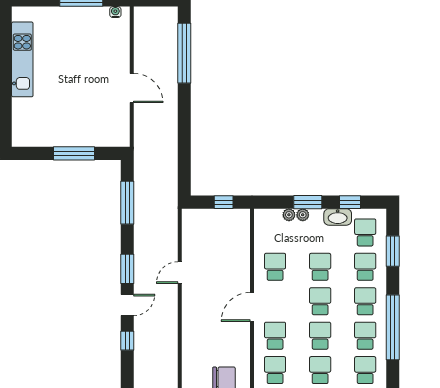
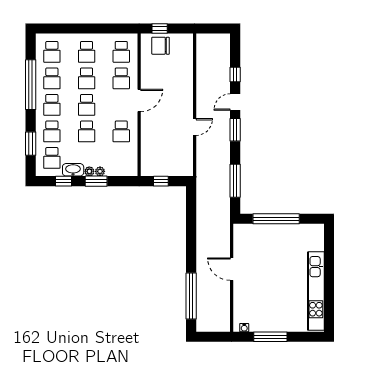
kitchen unit: (22, 59) -> (316, 291), width x1.36
window: (74, 153) -> (276, 219), width x1.46
plant: (289, 215) -> (89, 171), moved

